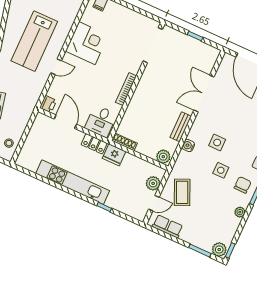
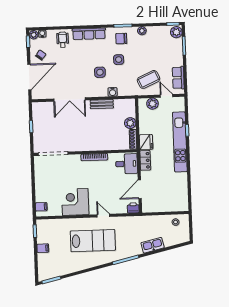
plant: (163, 157) -> (130, 123), moved
kitchen unit: (73, 182) -> (180, 142), moved

